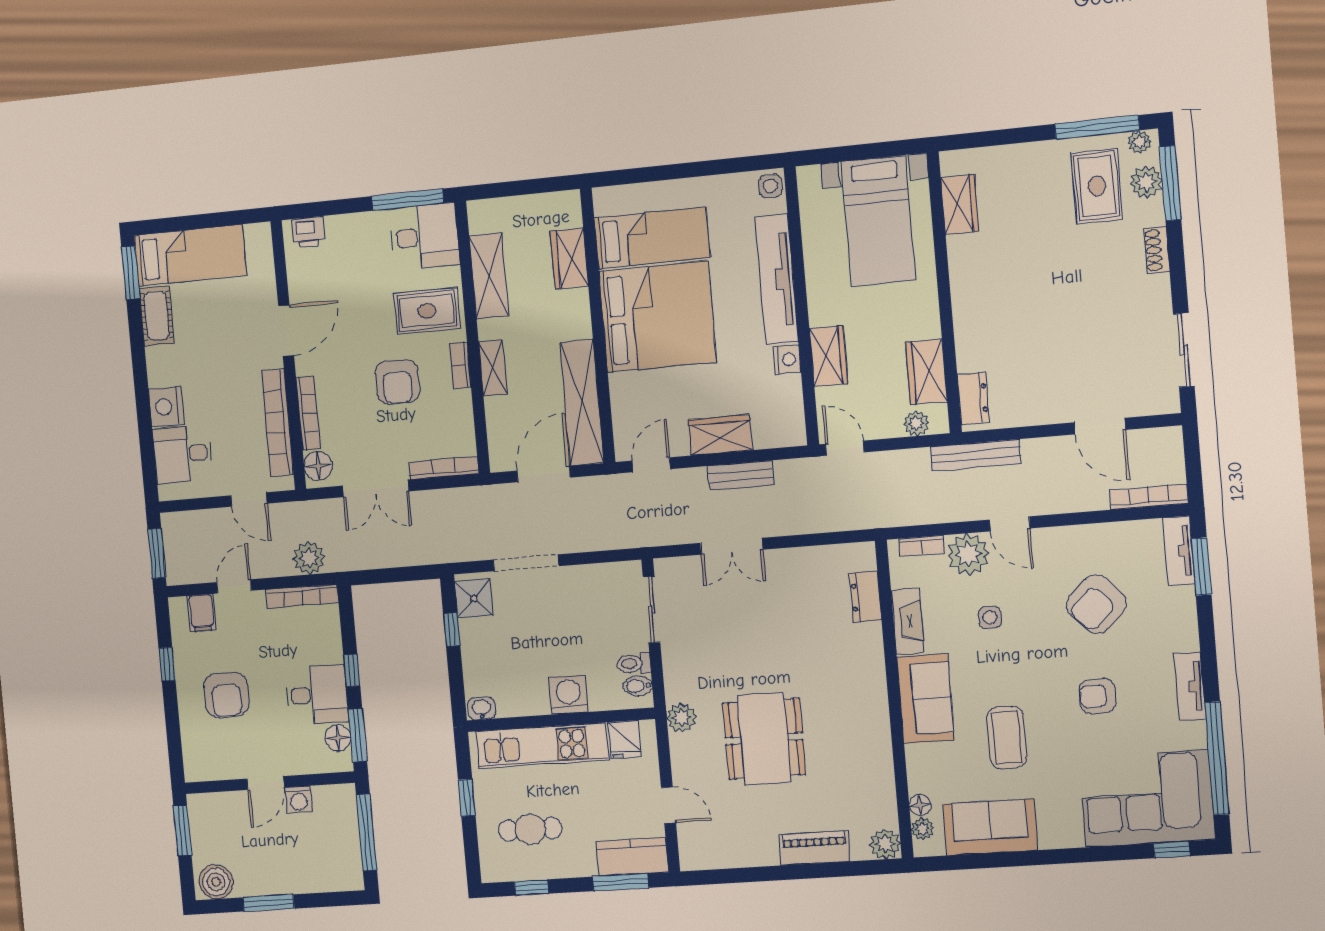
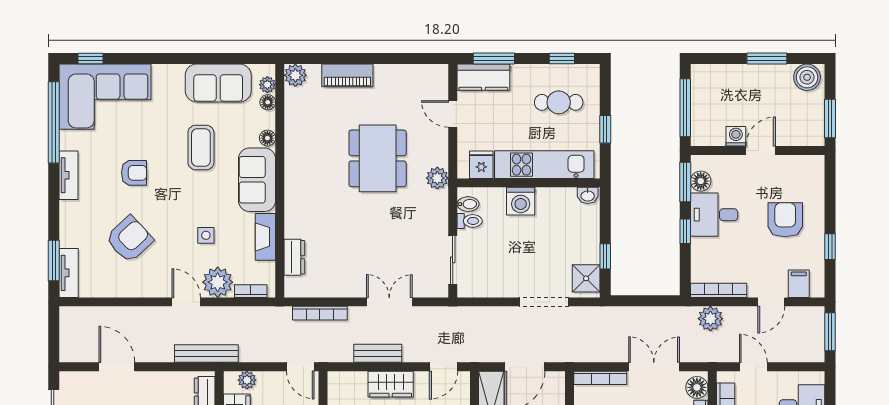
bookcase: (1149, 497) -> (320, 313), moved
floor lamp: (916, 756) -> (267, 138), added

